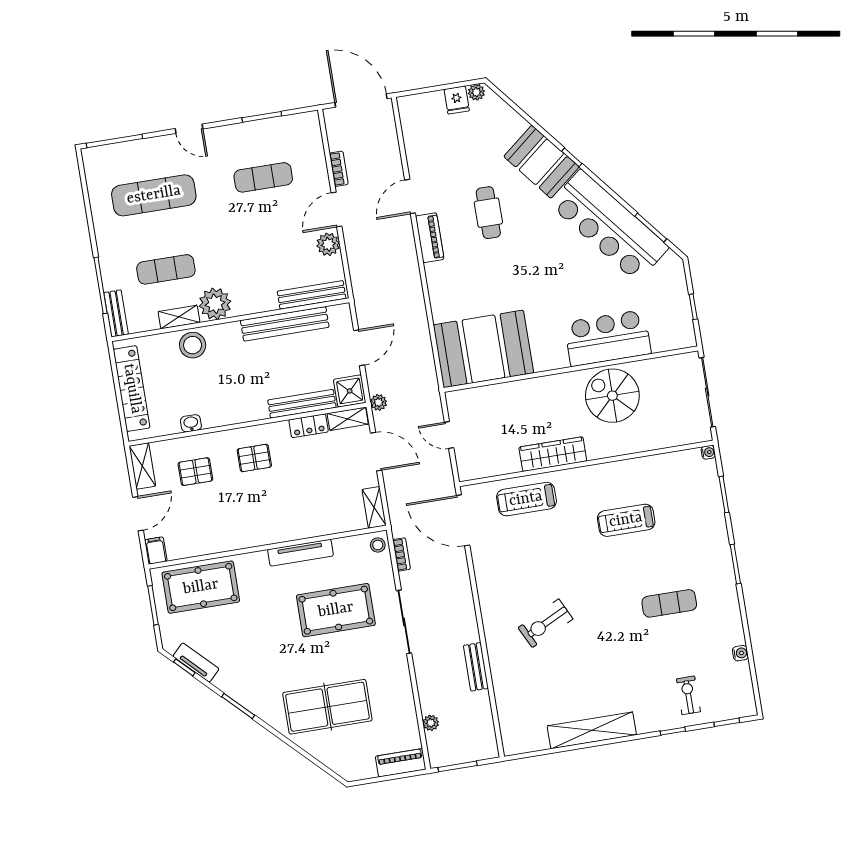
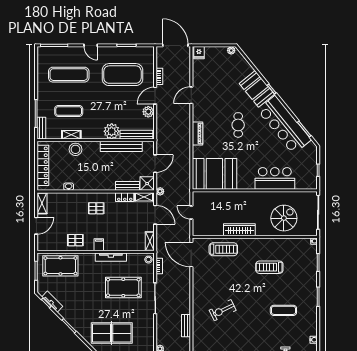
fridge: (457, 100) -> (199, 53), moved
exercise mat: (263, 177) -> (122, 75), width x2.00, depth x1.45
cafe table: (488, 213) -> (238, 125), moved
piano: (430, 238) -> (197, 133), moved
plant: (215, 304) -> (112, 131), moved
spiral stairs: (612, 396) -> (284, 218), moved, turned 90
bench: (302, 404) -> (128, 186), width x0.73
pallet: (195, 472) -> (75, 240), moved
treadmill: (526, 499) -> (223, 249), turned 180
filing cabinet: (156, 551) -> (99, 245), moved

